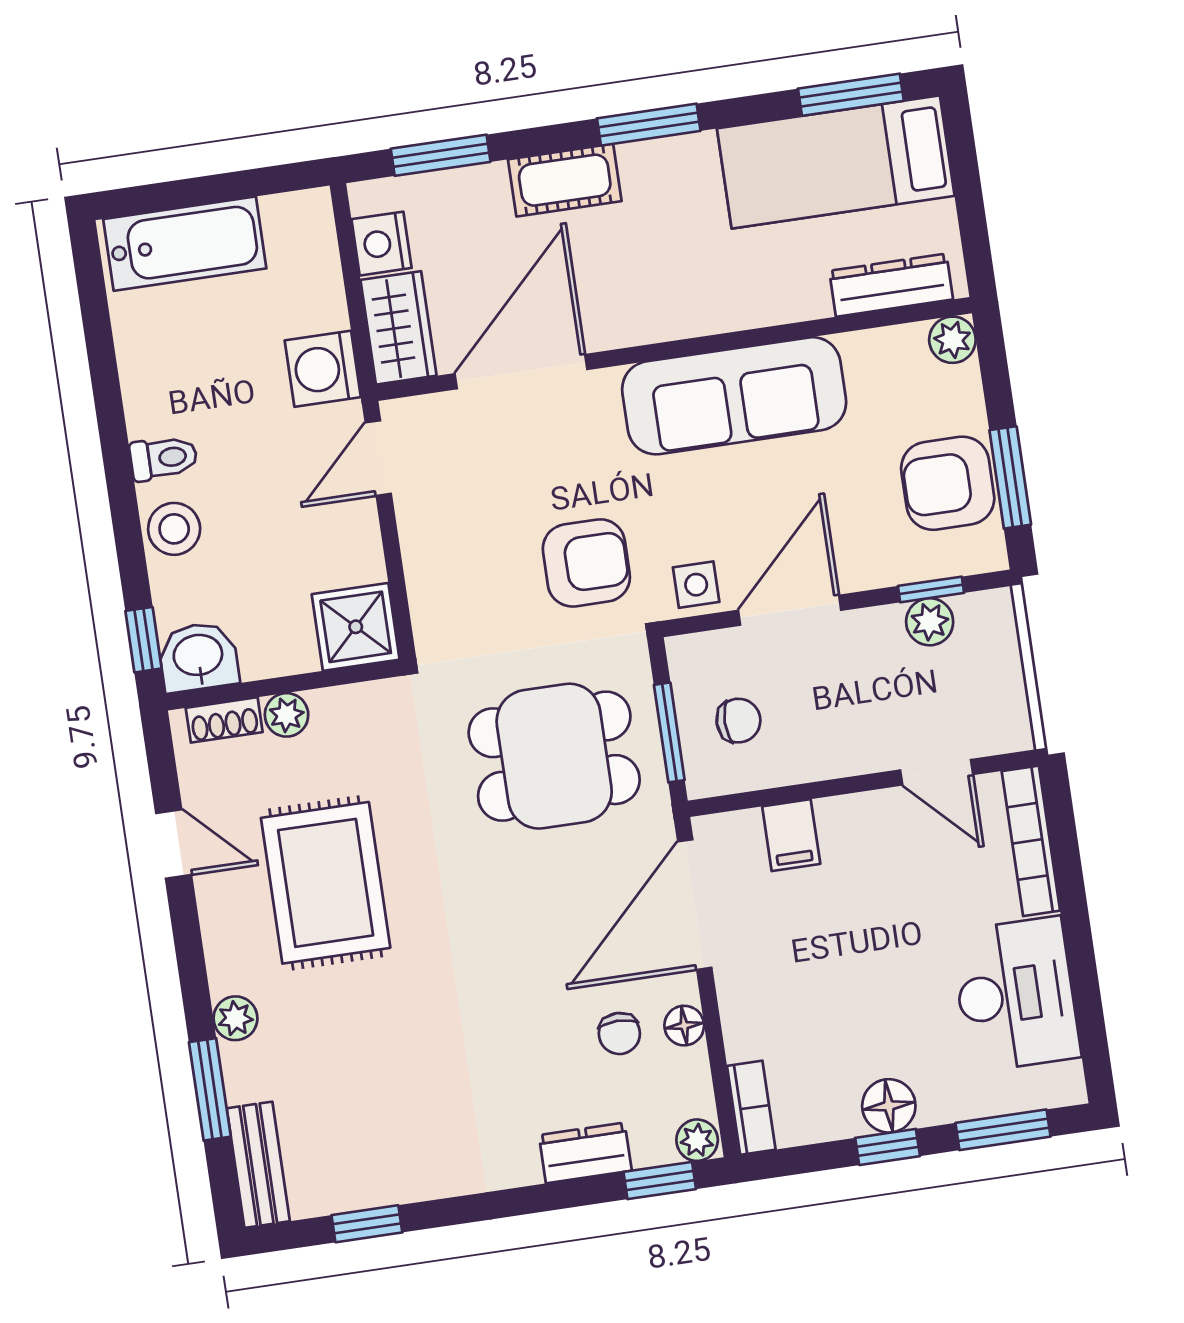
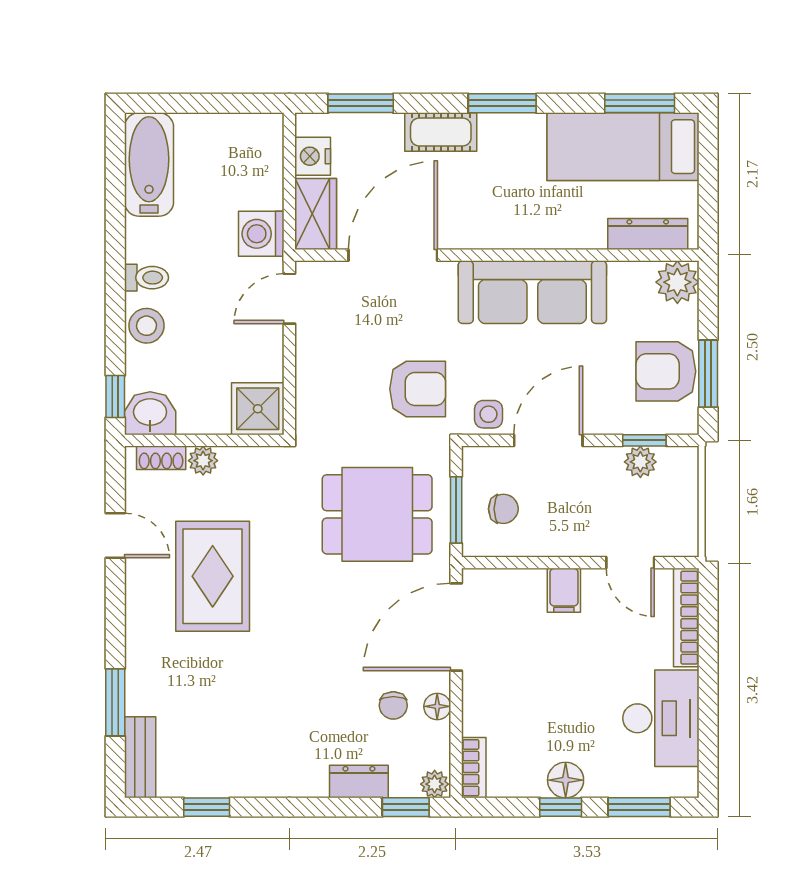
bathtub: (185, 244) -> (149, 164), moved, turned -90
plant: (952, 340) -> (677, 282), width x1.38, depth x1.38
filing cabinet: (791, 835) -> (564, 590), moved
plant: (235, 1018) -> (139, 658), removed

